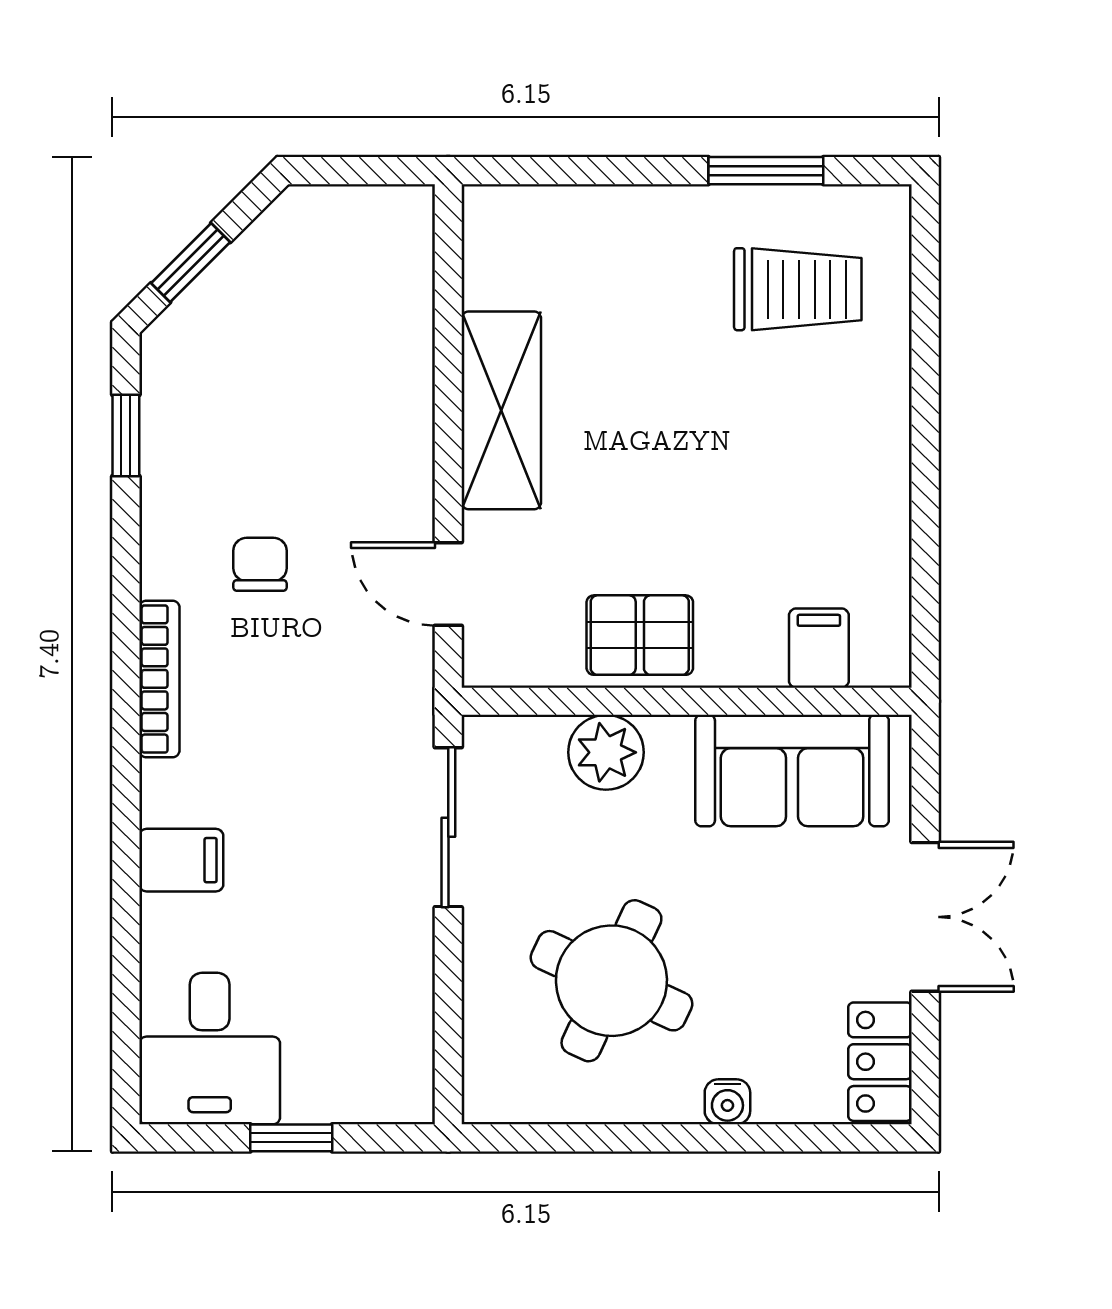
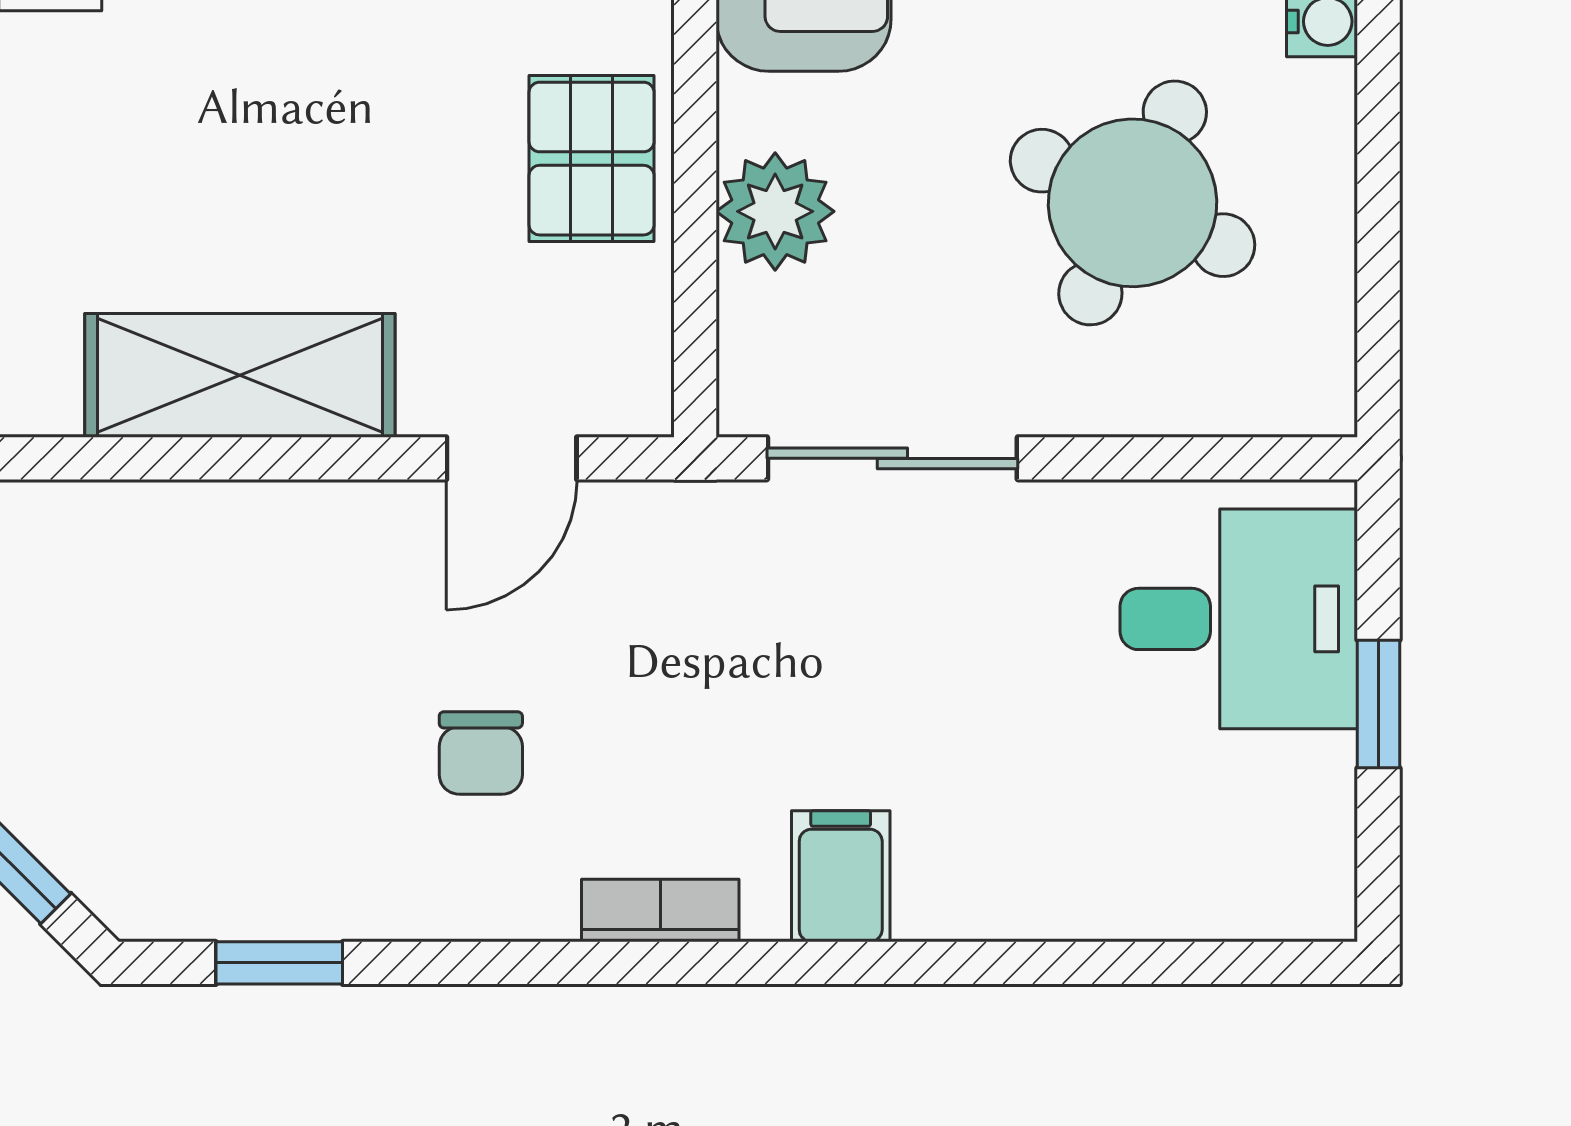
chair: (260, 564) -> (481, 753), turned -90
bookcase: (159, 679) -> (660, 910), width x0.64
filing cabinet: (181, 860) -> (841, 876), moved
desk: (210, 1049) -> (1239, 619), moved

